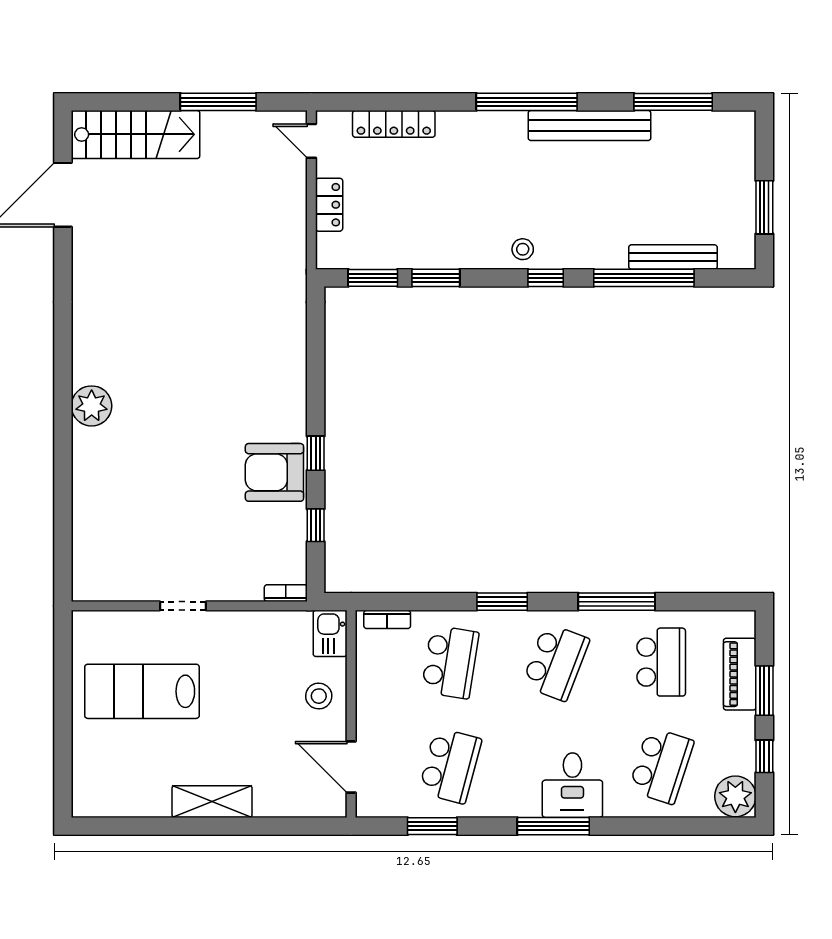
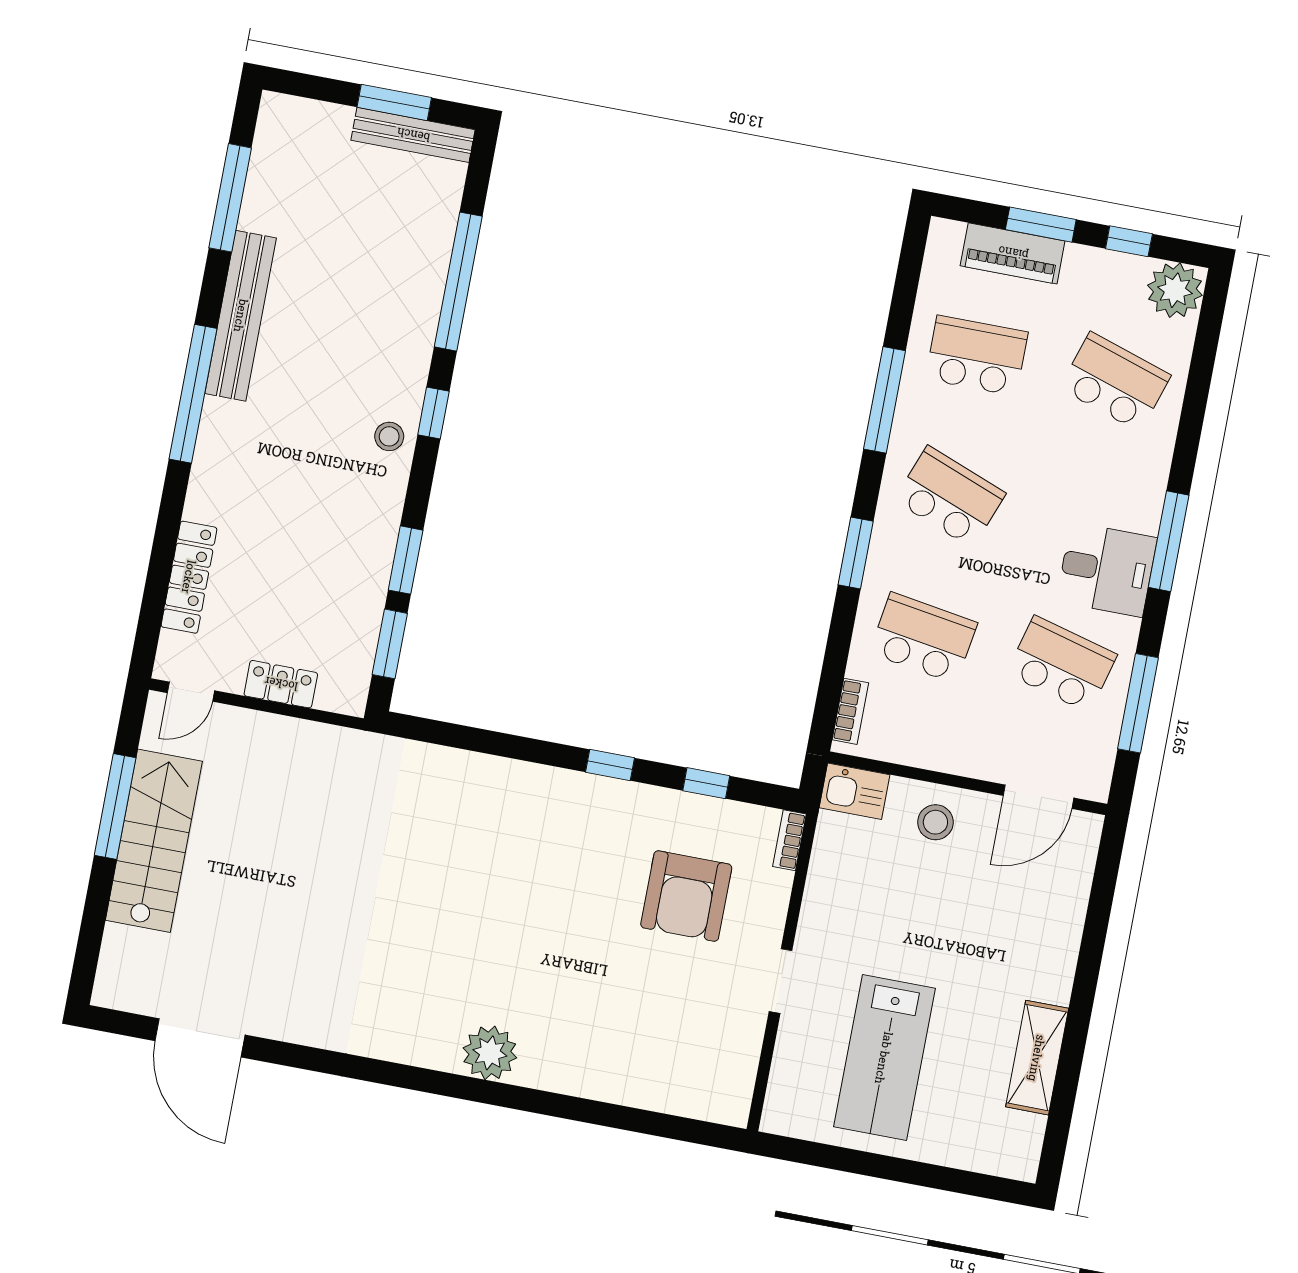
stairs: (136, 134) -> (154, 841), moved
bench: (673, 257) -> (413, 135), moved, turned 90
armchair: (274, 472) -> (686, 896), moved
desk: (572, 785) -> (1107, 570), moved
shelving: (212, 802) -> (1037, 1058), moved
window: (432, 826) -> (1138, 703), width x1.44

